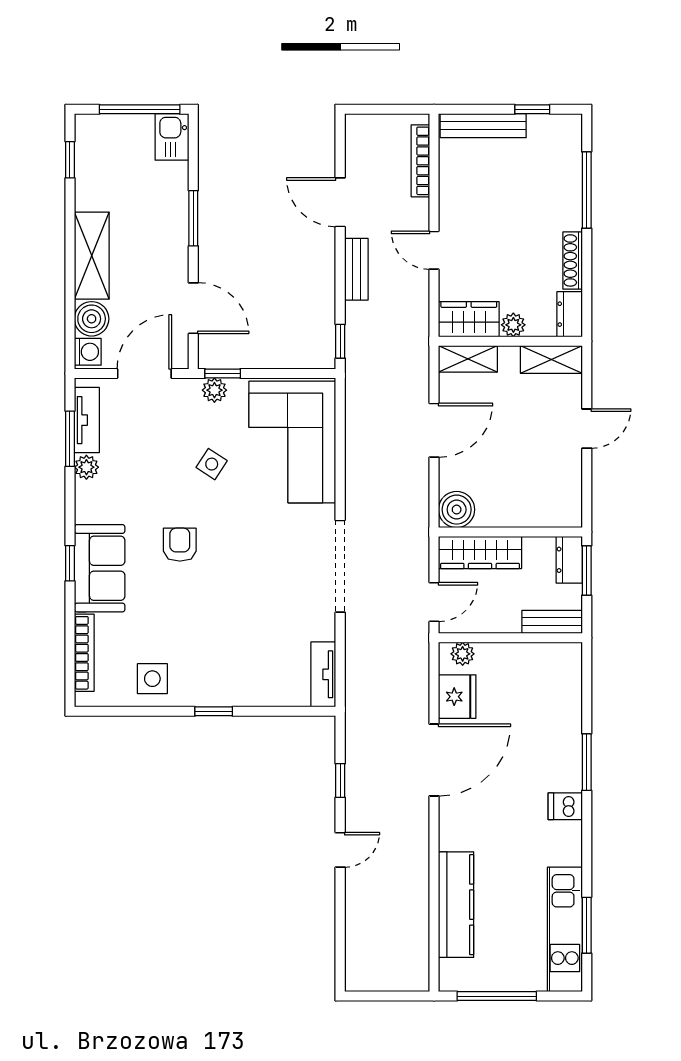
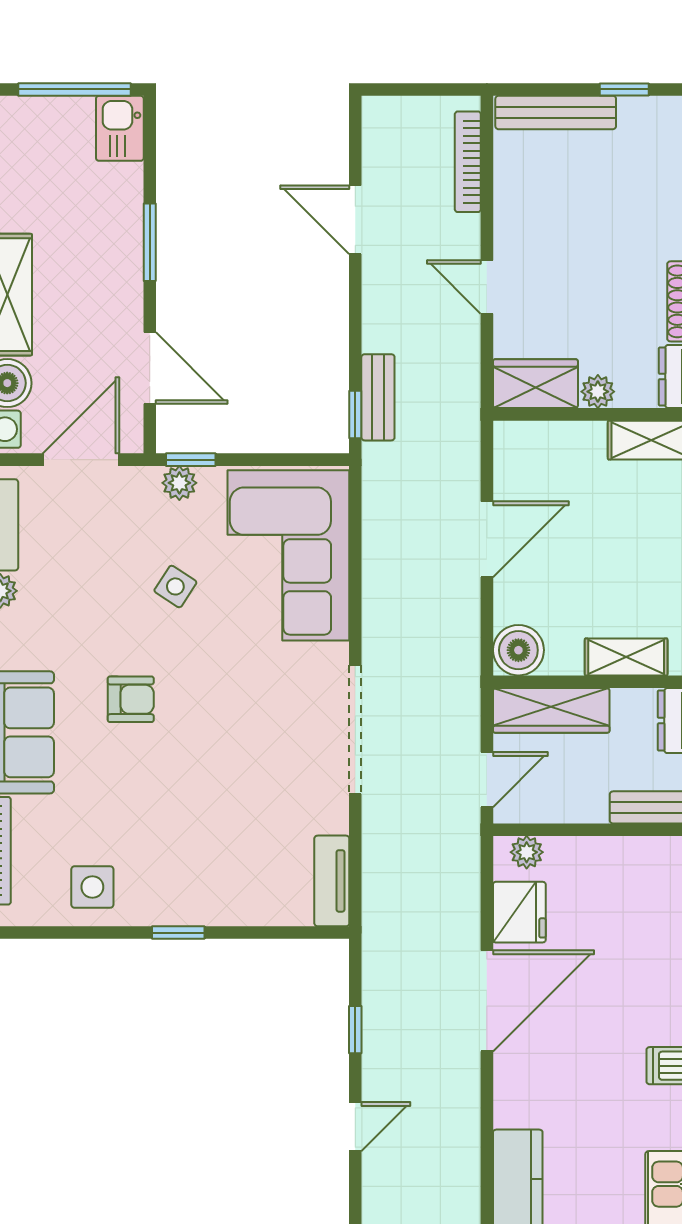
bench: (356, 269) -> (378, 397), moved
shelving: (468, 359) -> (626, 657), moved
armchair: (180, 545) -> (131, 699), turned 90

